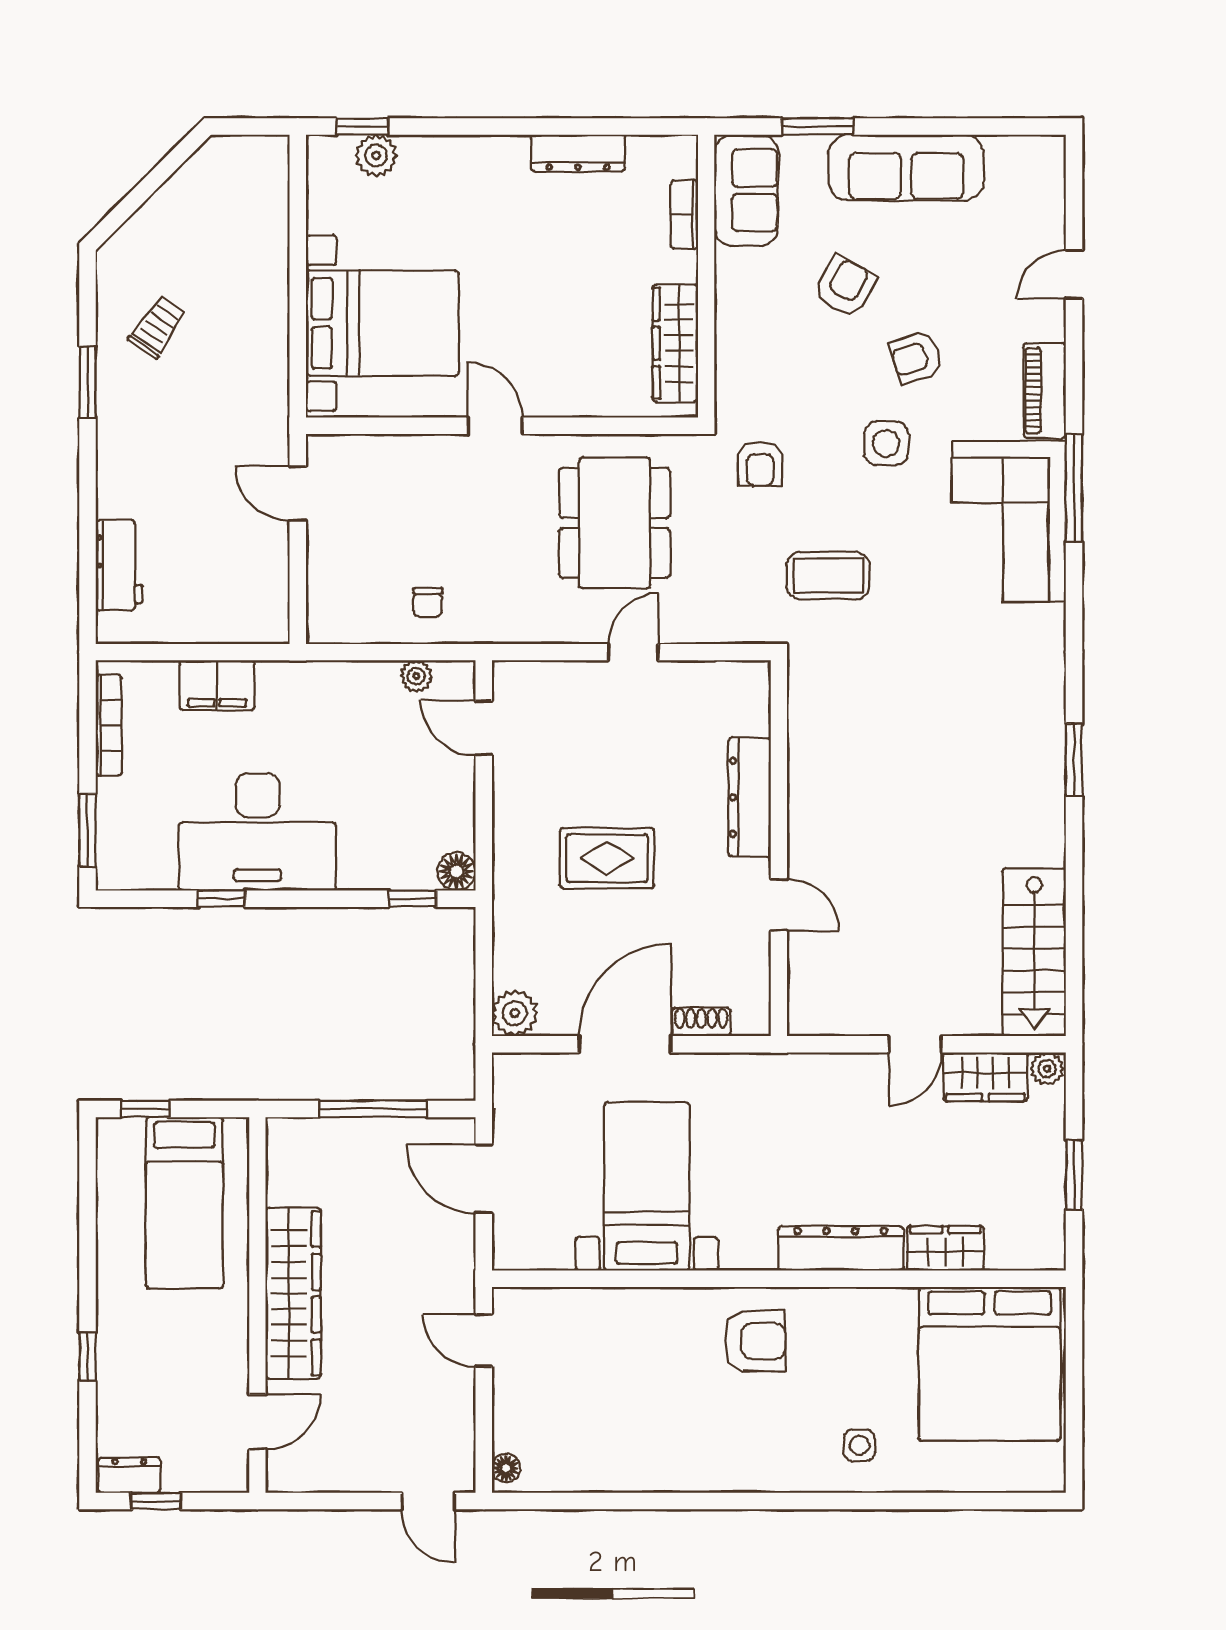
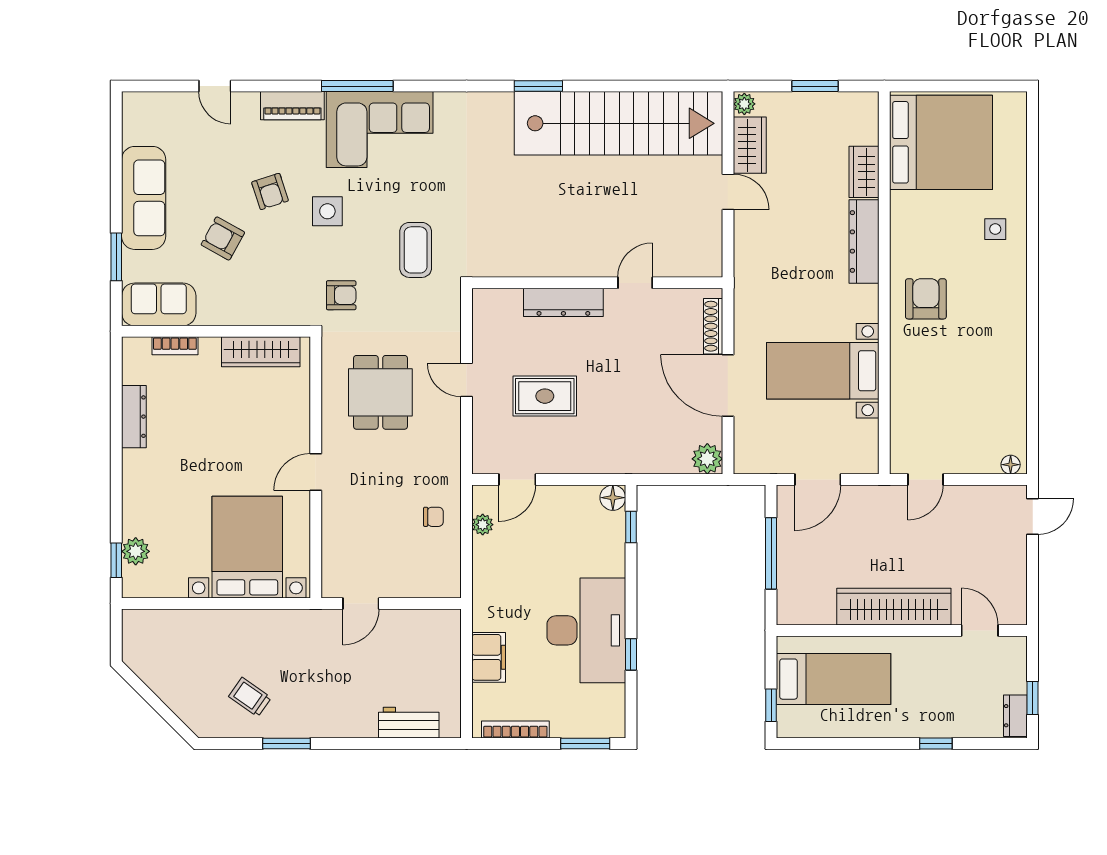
dining table: (615, 523) -> (380, 392), width x0.73
rug: (607, 858) -> (545, 396), moved, turned 90
stairs: (1034, 952) -> (618, 123), width x1.86, depth x1.51
shoe rack: (701, 1022) -> (713, 326), width x1.43

